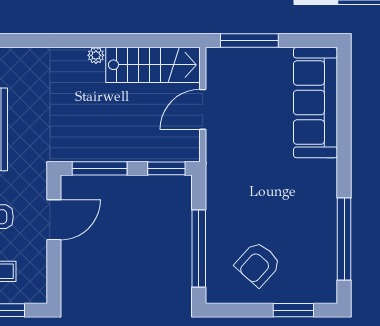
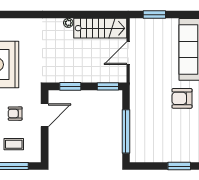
window: (249, 40) -> (154, 15), width x0.69
window: (100, 168) -> (70, 86), width x0.69
armchair: (258, 264) -> (182, 98), moved, turned 48

